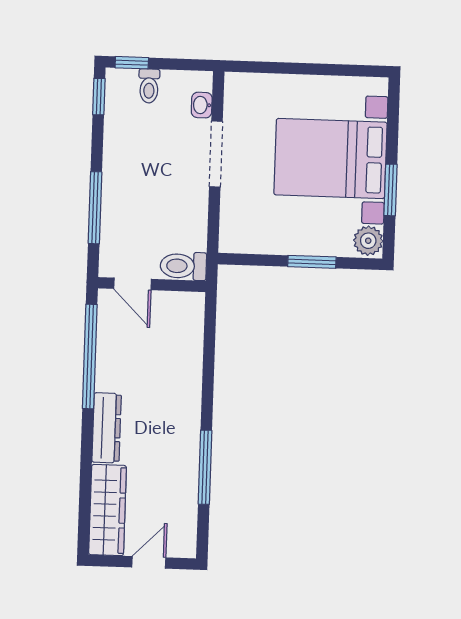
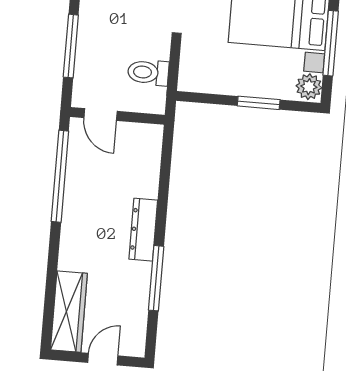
window: (390, 190) -> (331, 43), width x1.44
toilet: (183, 266) -> (148, 72), moved
dresser: (107, 428) -> (143, 230), moved, turned 180

